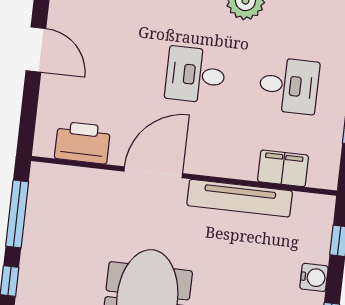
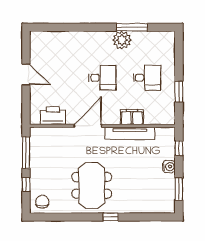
desk: (195, 75) -> (102, 78), turned 180
filing cabinet: (283, 168) -> (132, 117), moved

